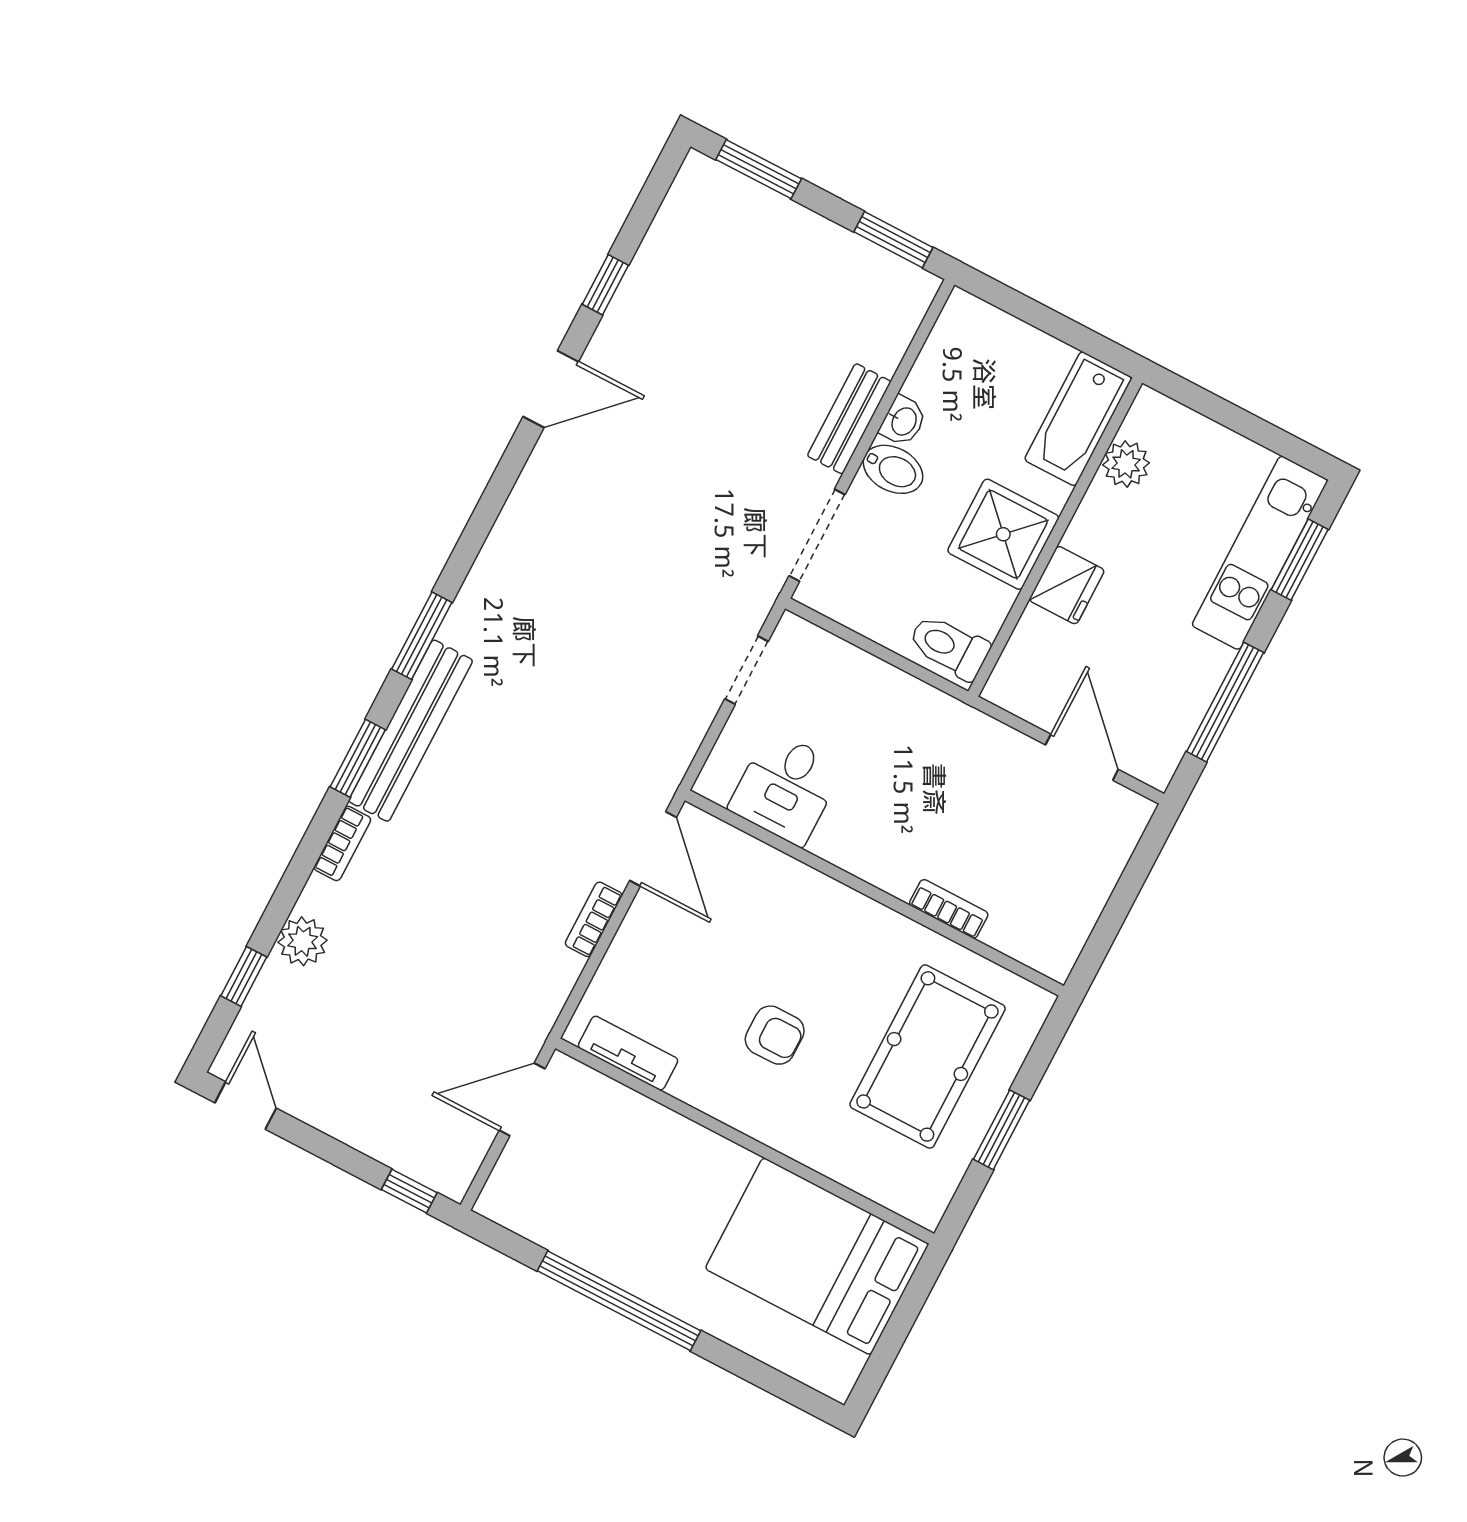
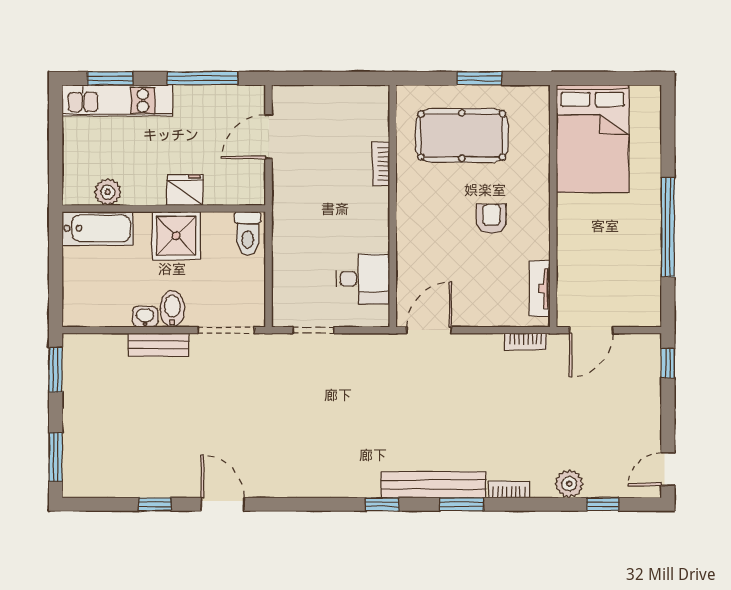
window: (422, 636) -> (382, 504), width x0.67
bookcase: (594, 919) -> (526, 342), moved
door: (522, 1099) -> (591, 330), hinge flipped

